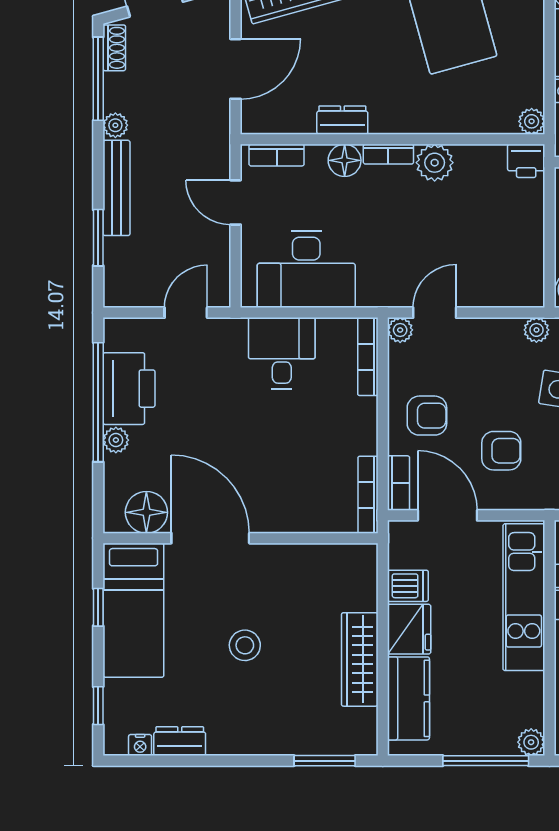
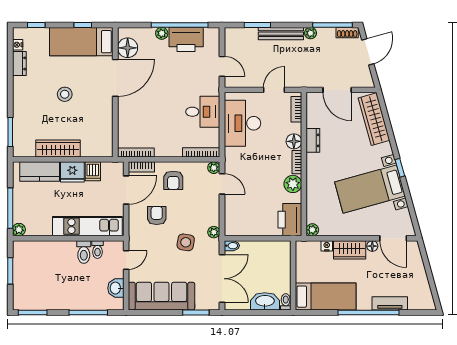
printer: (526, 161) -> (290, 220), width x1.87, depth x1.48
armchair: (501, 451) -> (157, 215), turned 180

